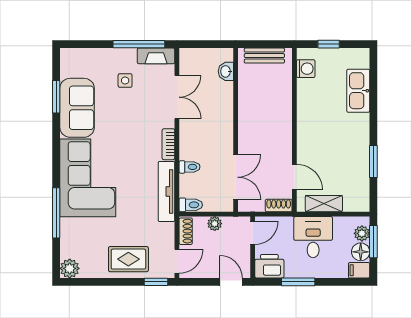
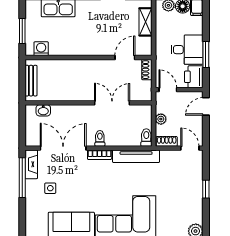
window: (329, 44) -> (22, 31), width x1.50
double door: (177, 97) -> (63, 148), width x1.37
toilet: (190, 167) -> (100, 138), moved
double door: (236, 177) -> (112, 103), moved
shelving: (324, 204) -> (145, 22), moved
desk: (313, 237) -> (187, 50), moved, turned 180
rug: (128, 259) -> (188, 186), removed
window: (156, 282) -> (206, 189), moved

